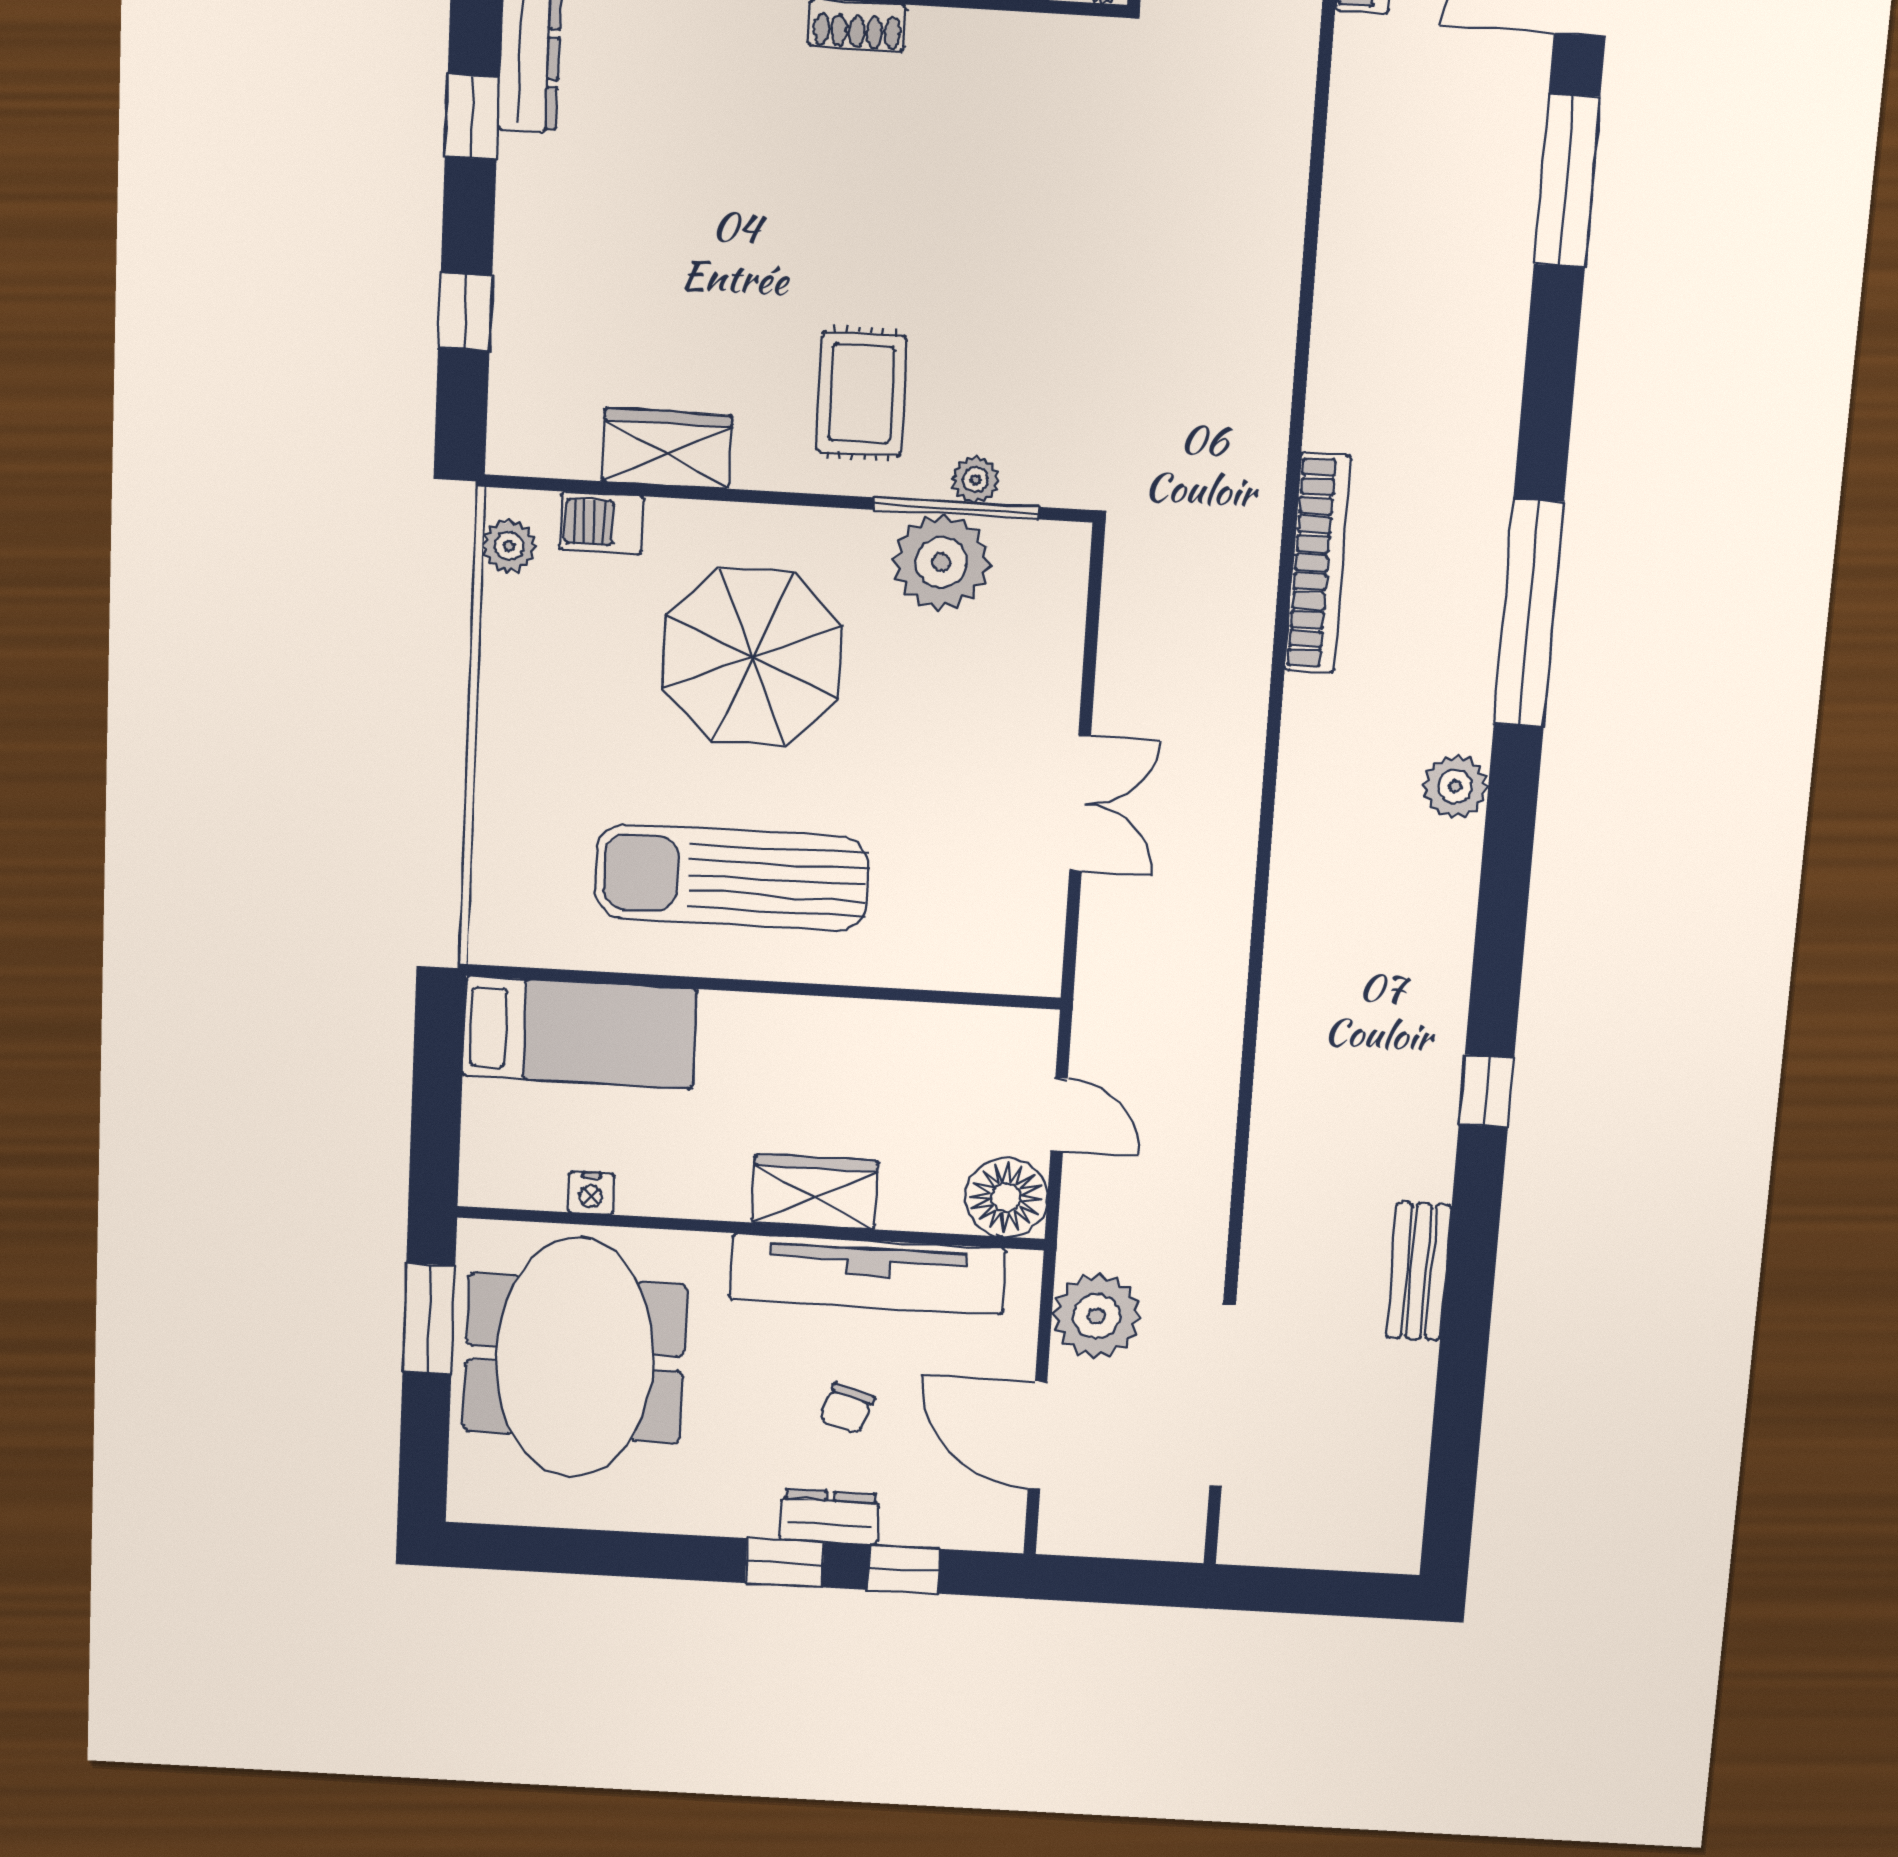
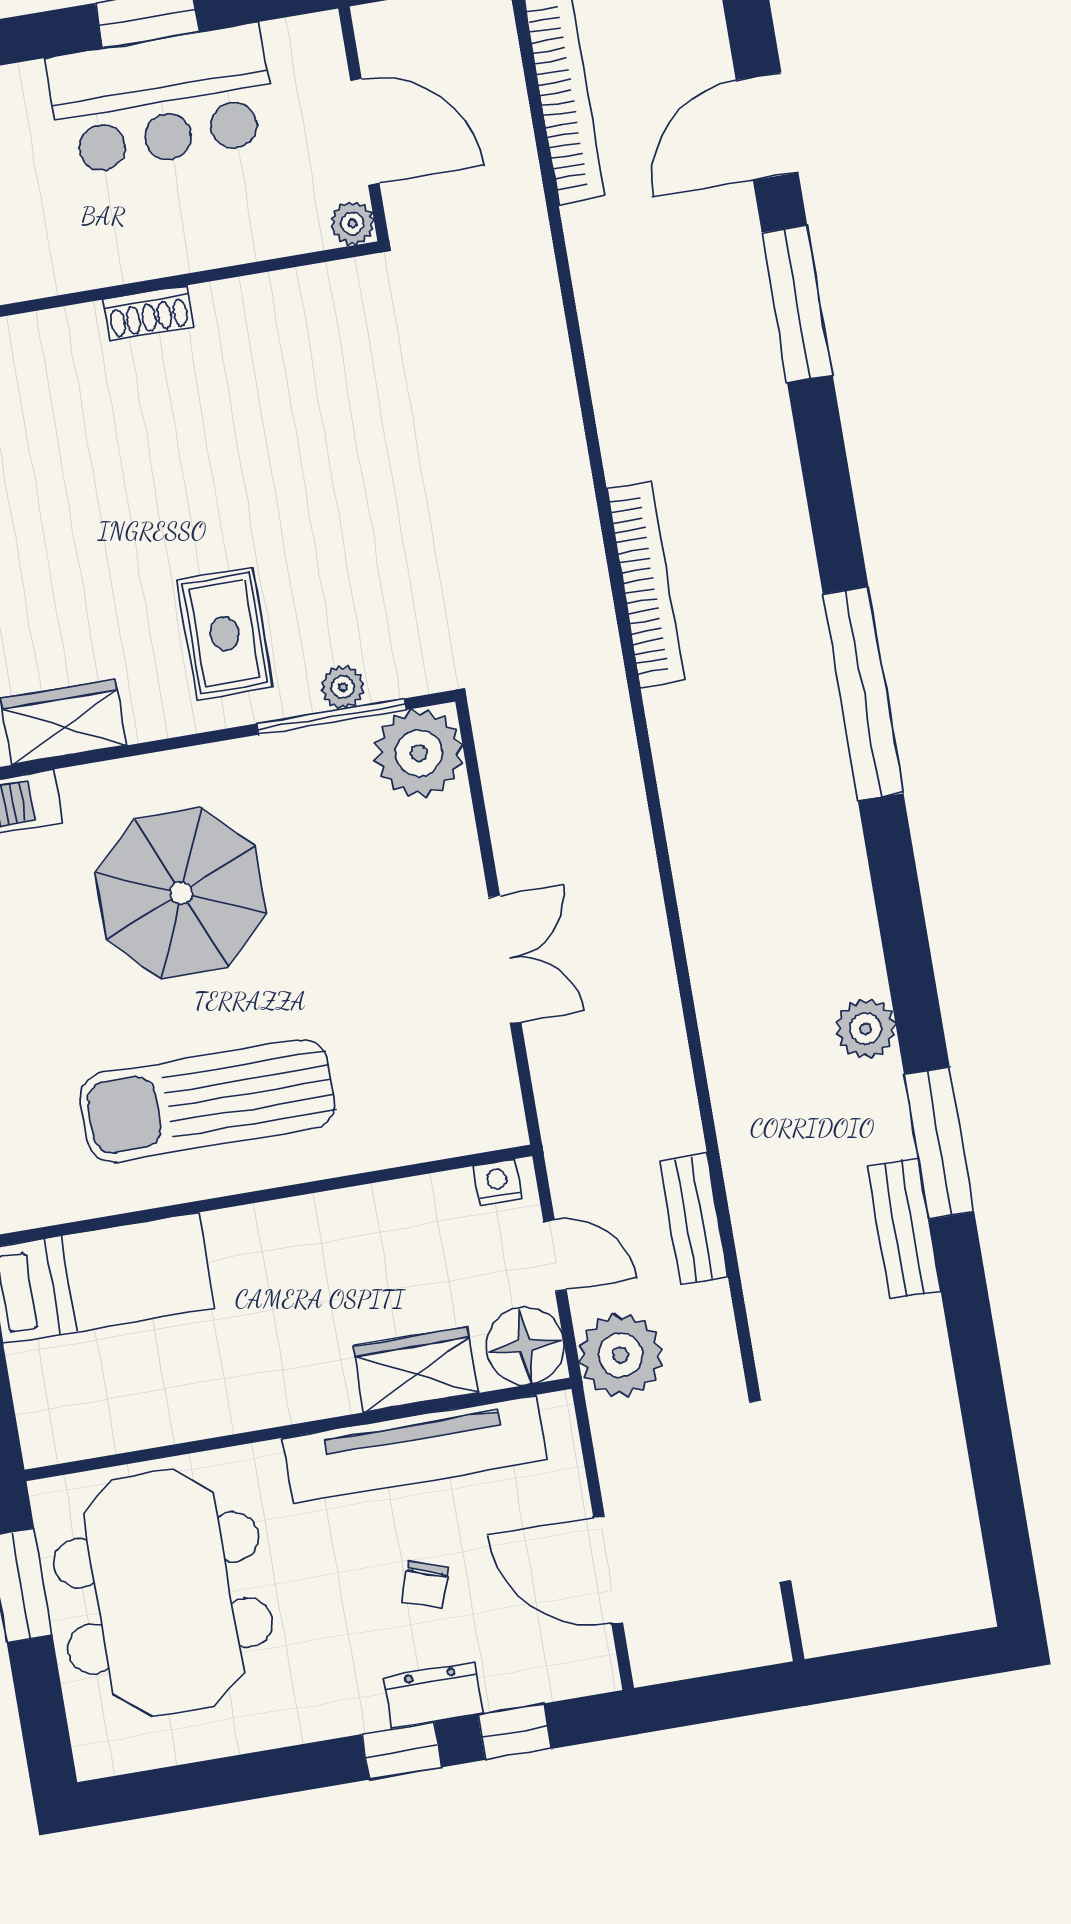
plant: (941, 562) -> (419, 753), moved
bookcase: (1318, 563) -> (646, 585), moved
plant: (1455, 786) -> (866, 1029), moved
window: (1486, 1091) -> (939, 1143), width x2.17
bench: (1213, 1110) -> (694, 1219), added
wardrobe: (815, 1192) -> (416, 1369), moved
nightstand: (591, 1193) -> (497, 1182), moved, turned 180
bench: (1419, 1271) -> (904, 1229), moved
plant: (1096, 1316) -> (620, 1355), moved

